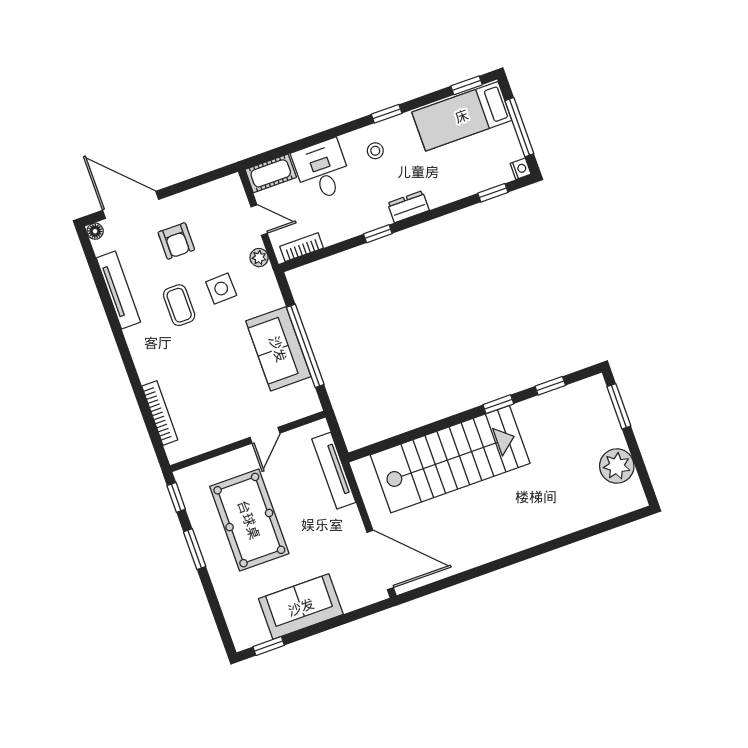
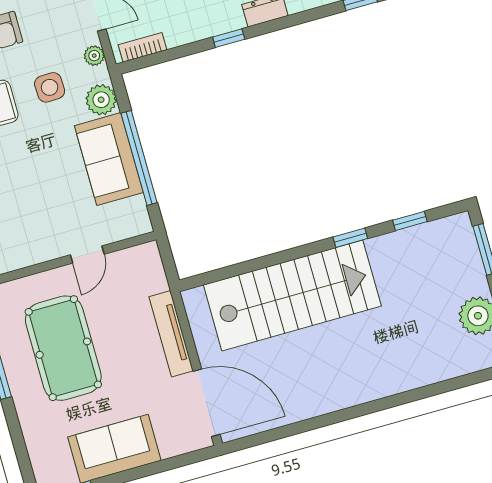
plant: (268, 296) -> (101, 100), added
tv unit: (334, 471) -> (171, 334), moved

